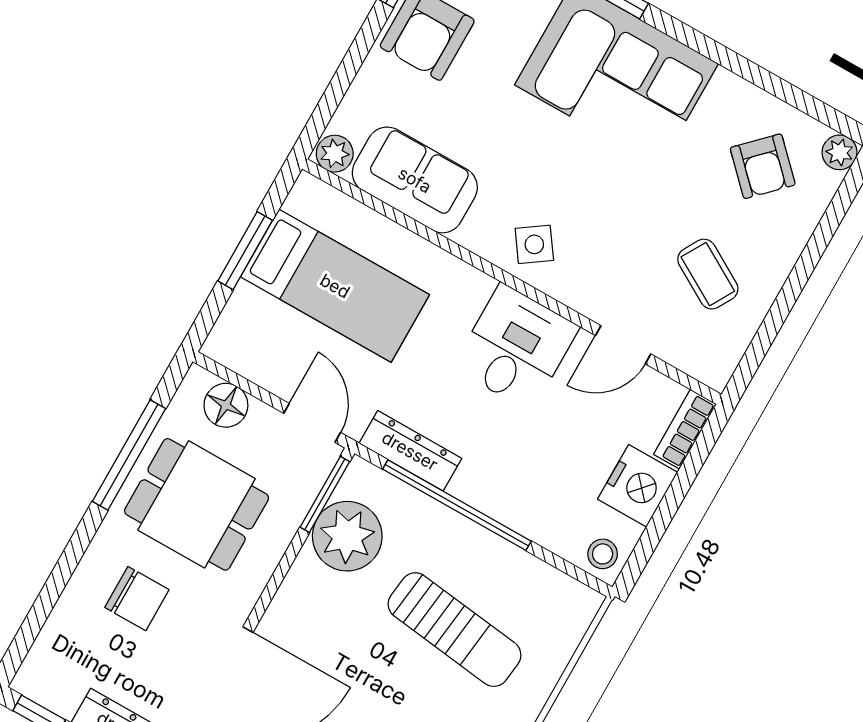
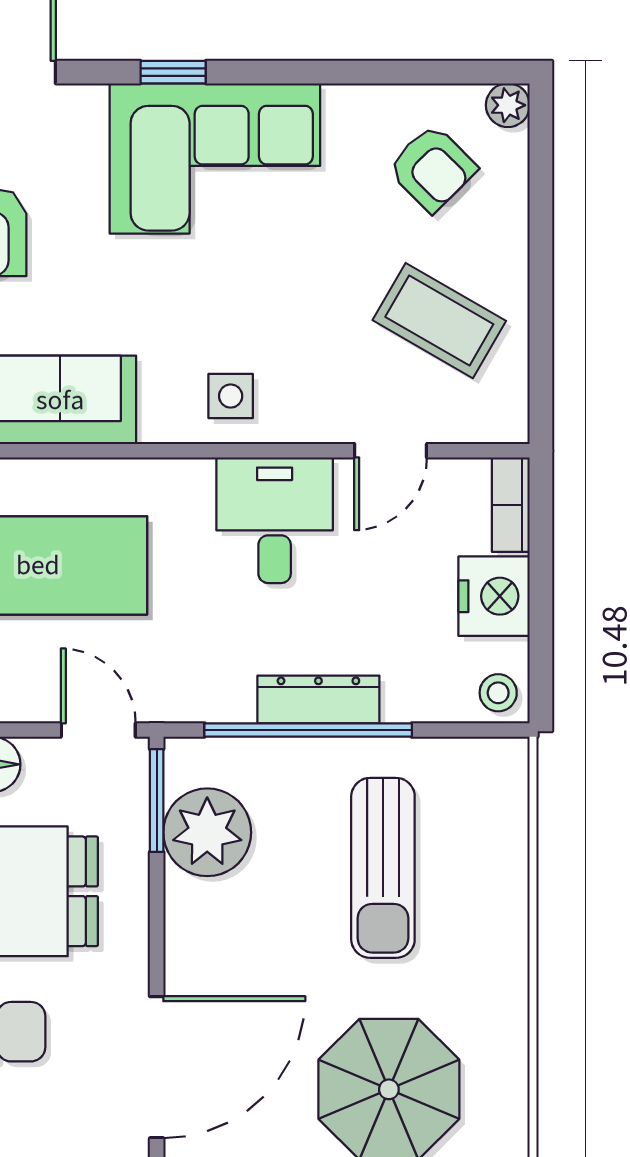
side table: (534, 244) -> (231, 396), turned 35
coffee table: (708, 274) -> (439, 321), width x1.36, depth x1.30
dresser: (410, 451) -> (318, 699), moved
sun lounger: (455, 630) -> (383, 868), turned 83

